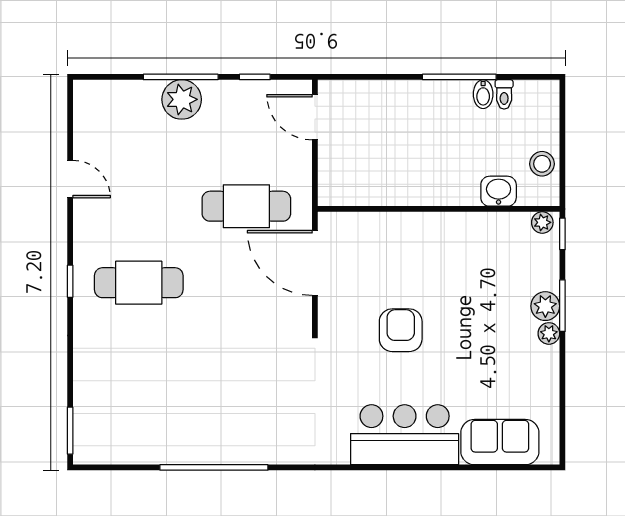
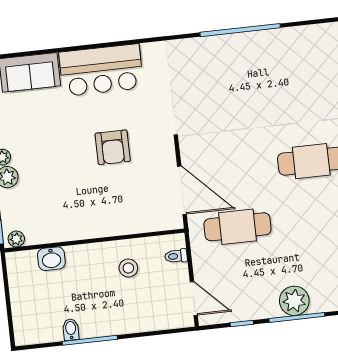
toilet: (504, 94) -> (176, 256), moved, turned -90
stool: (542, 164) -> (128, 268), moved

